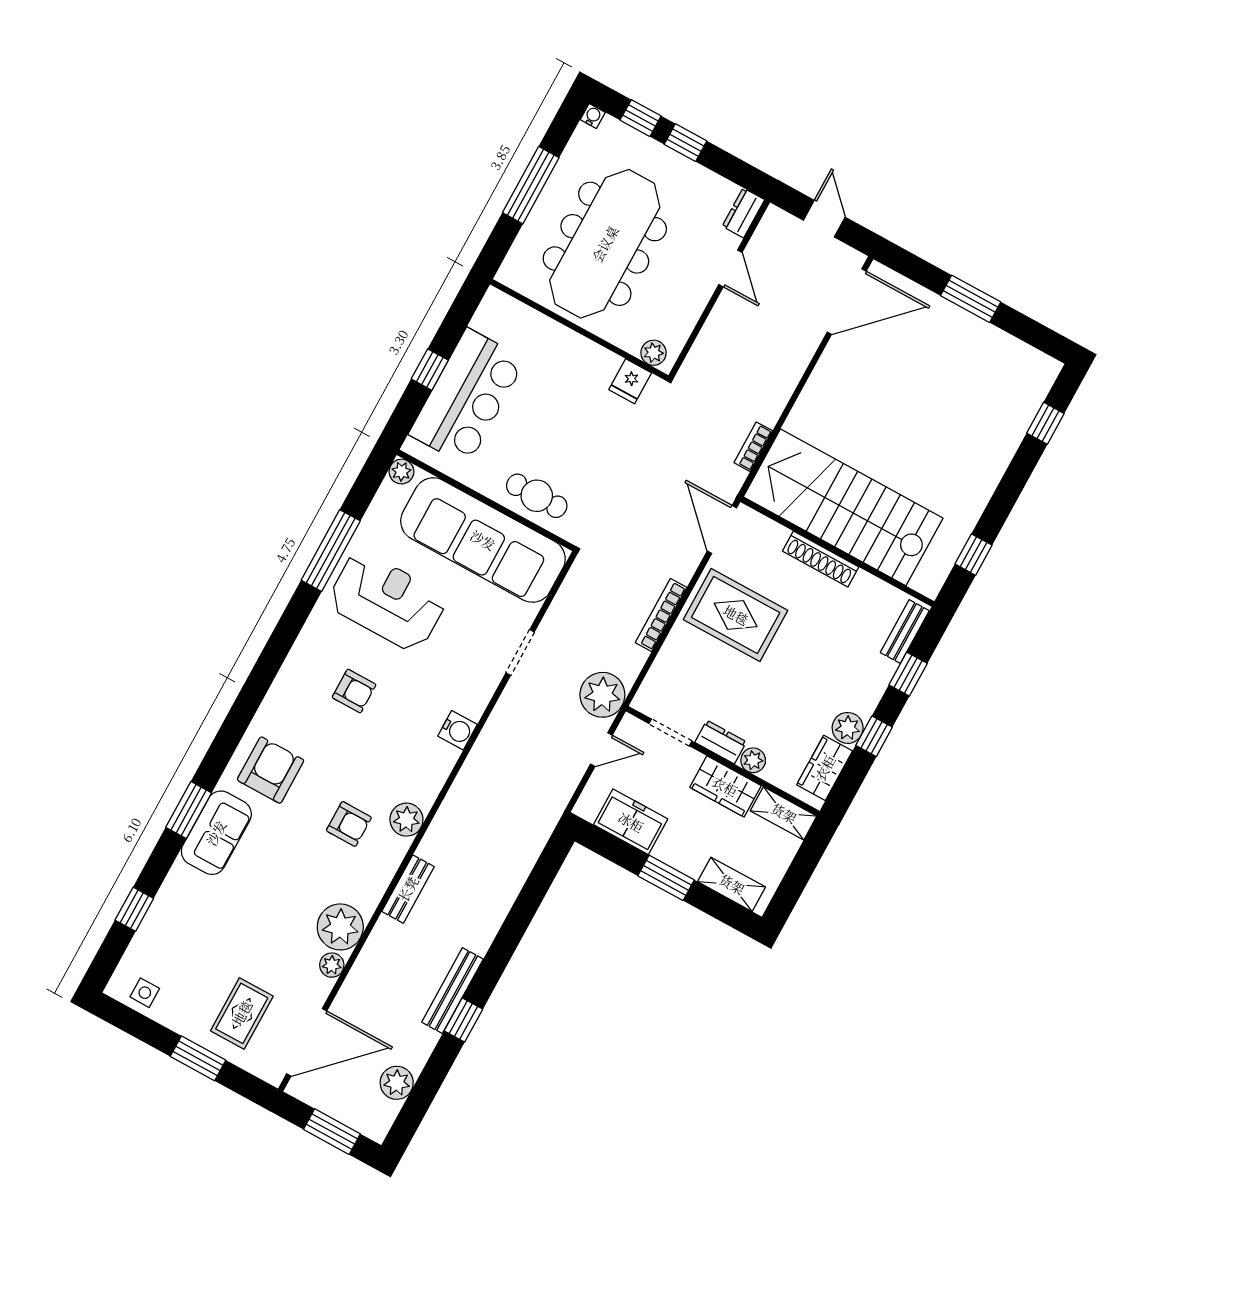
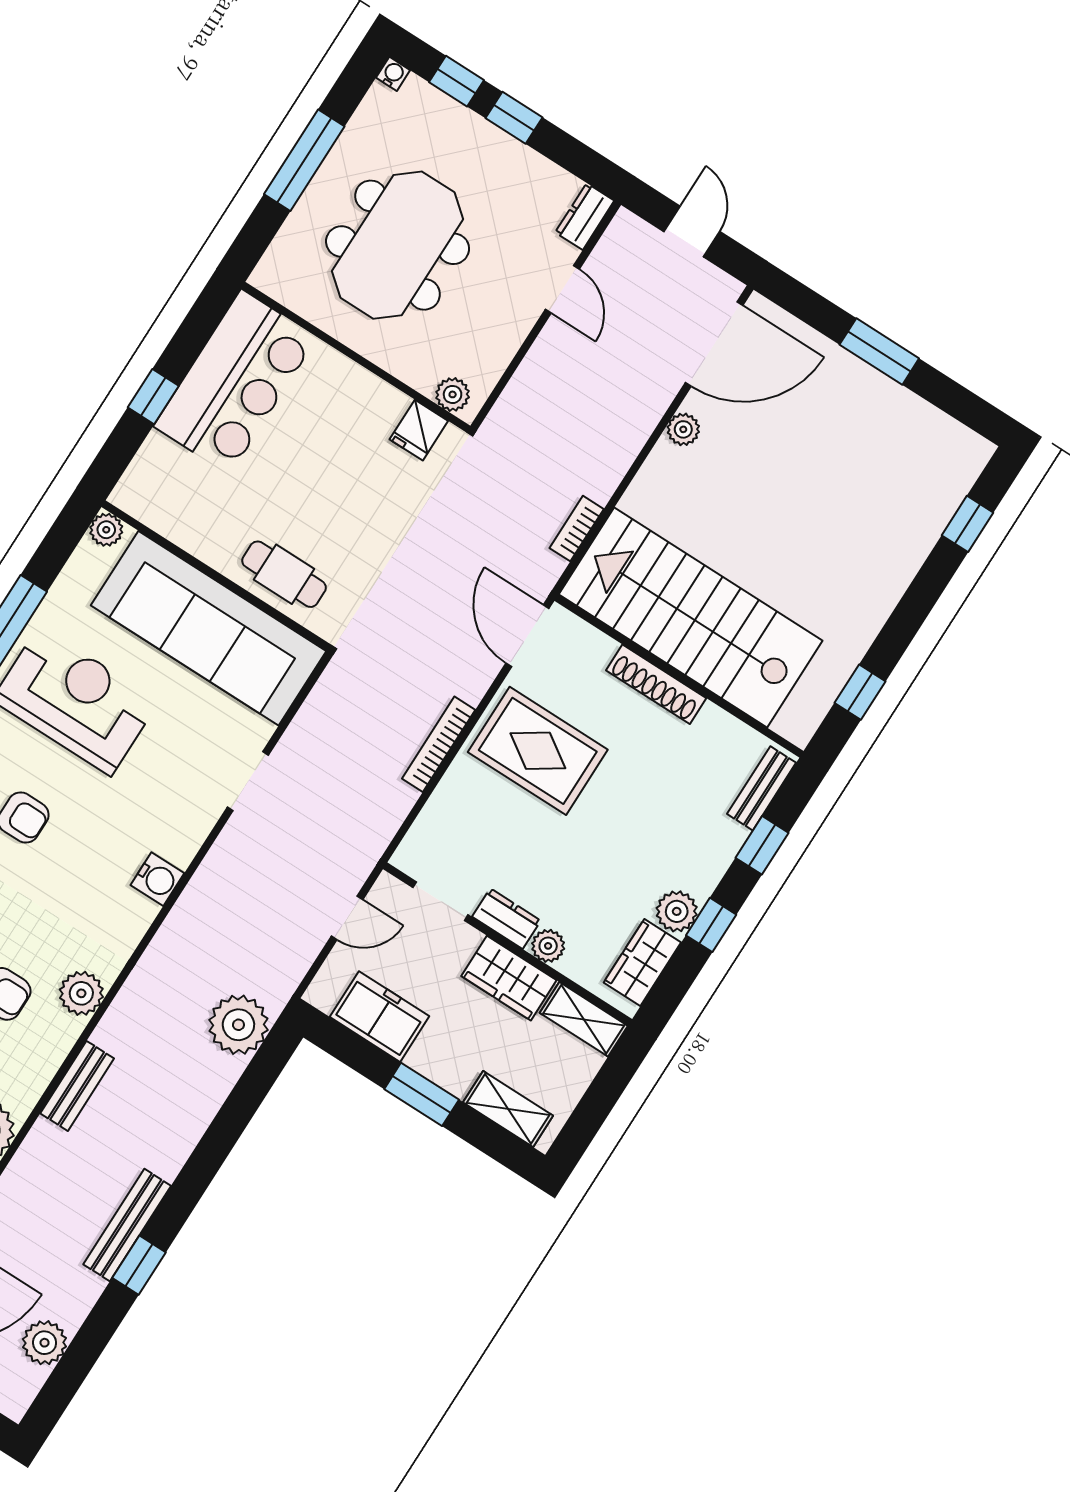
meeting table: (605, 244) -> (398, 245), width x0.73
plant: (828, 367) -> (683, 429), added
bar counter: (467, 397) -> (235, 382), moved
plant: (602, 695) -> (238, 1025), moved

